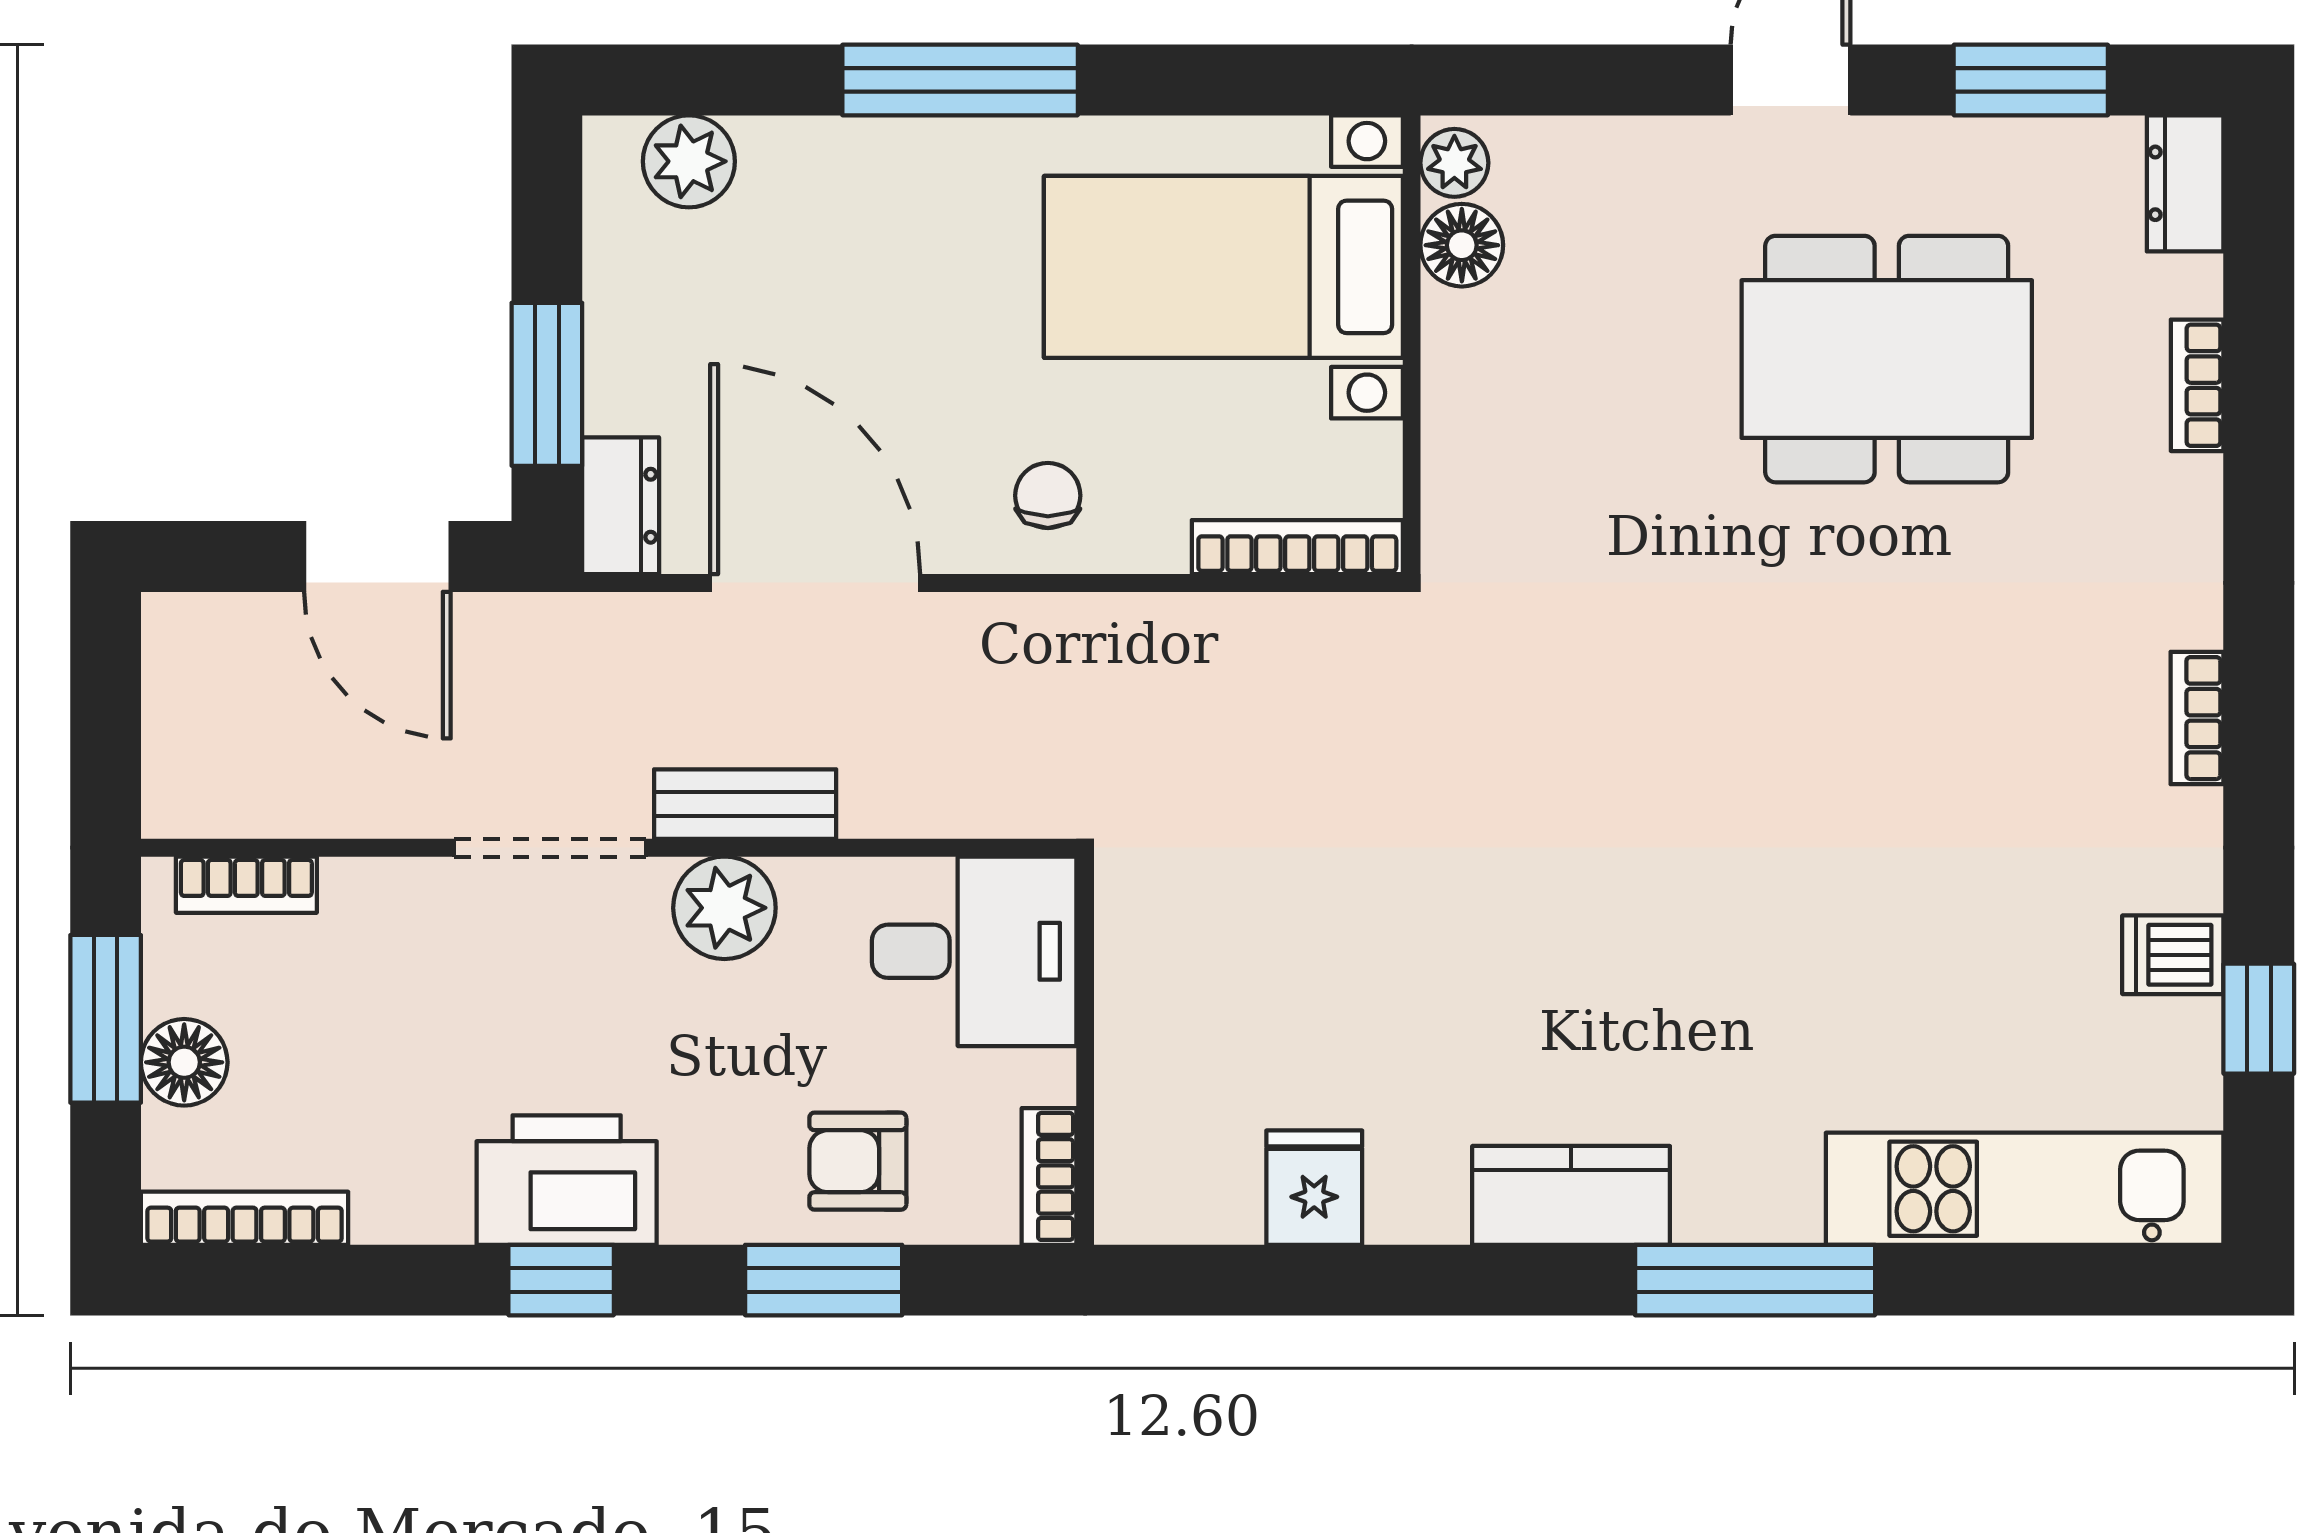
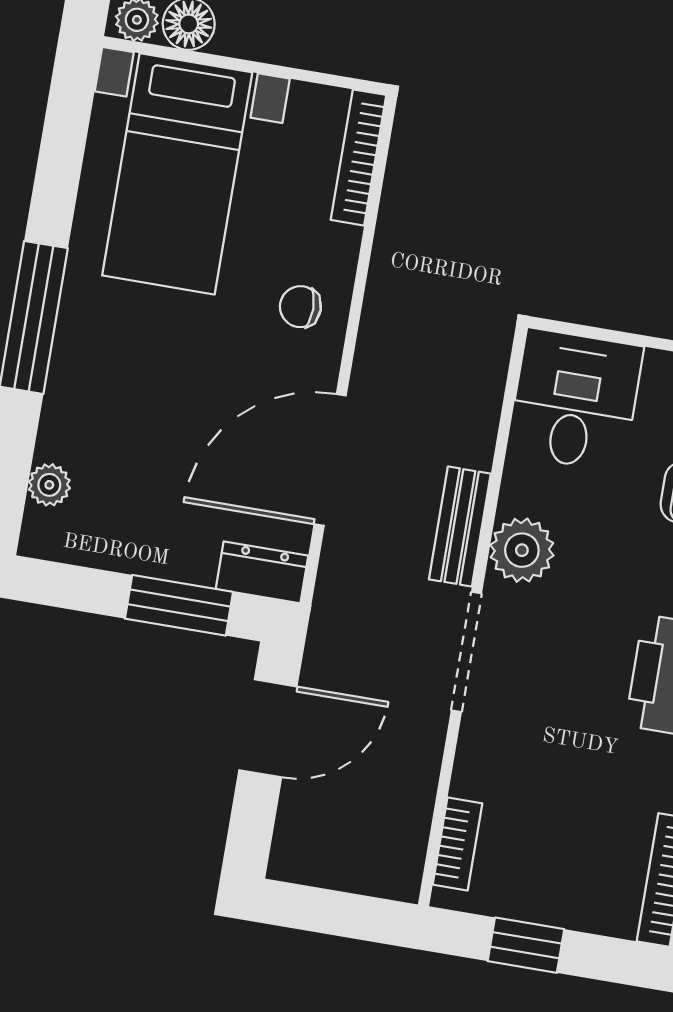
plant: (689, 161) -> (49, 485), width x0.73, depth x0.73
window: (106, 1019) -> (526, 945), width x0.67
floor lamp: (184, 1062) -> (561, 901), removed

